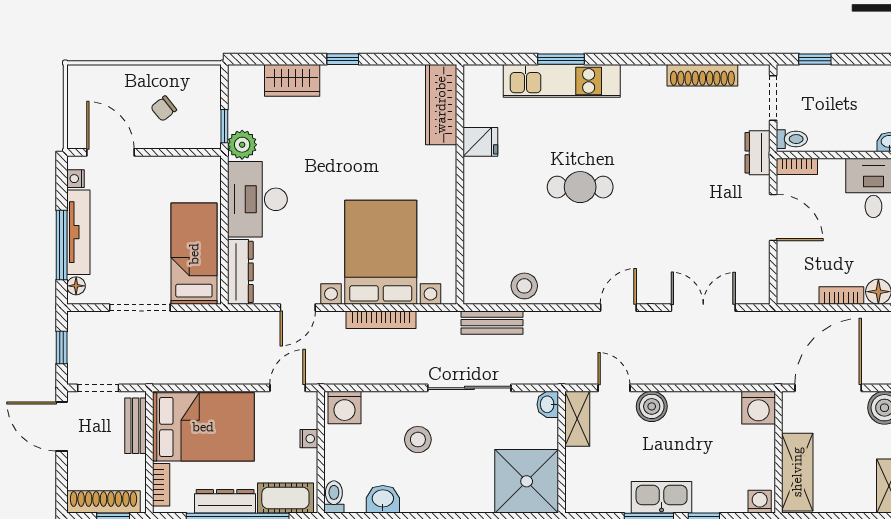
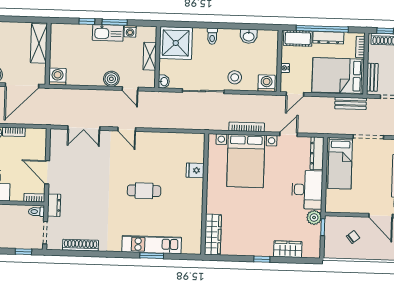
fridge: (480, 142) -> (195, 170), moved
stool: (524, 286) -> (174, 142), removed
door: (618, 308) -> (127, 129), hinge flipped
bench: (492, 323) -> (351, 103), moved
shelving: (577, 419) -> (150, 56), moved
stool: (418, 440) -> (235, 77), moved
toilet: (334, 497) -> (212, 36), moved
washing machine: (760, 502) -> (130, 31), moved

